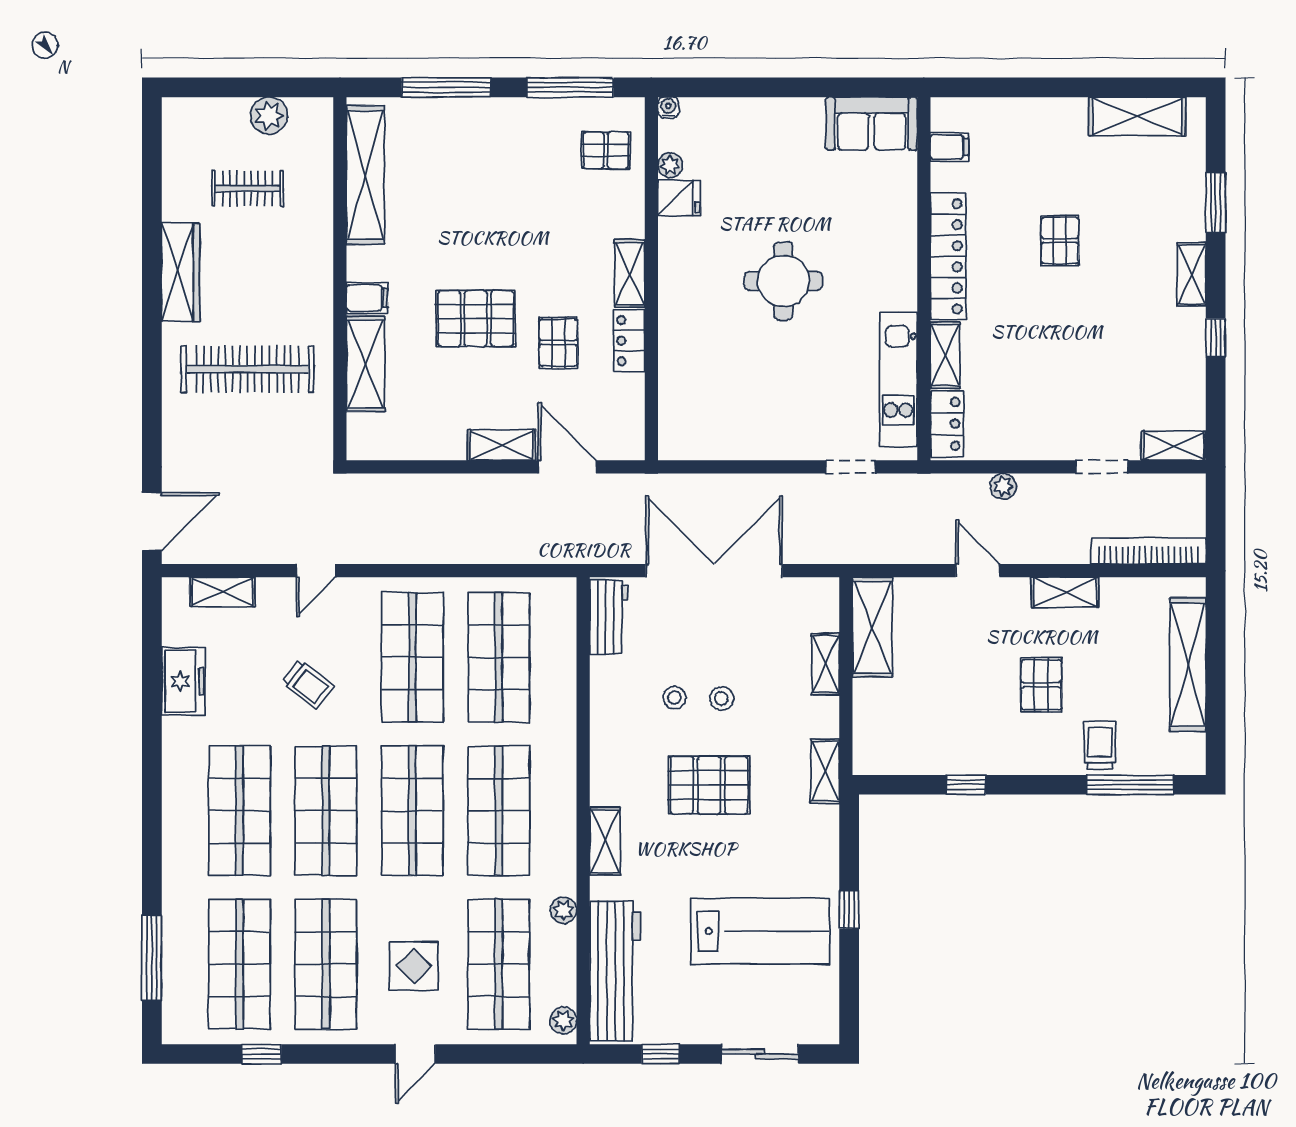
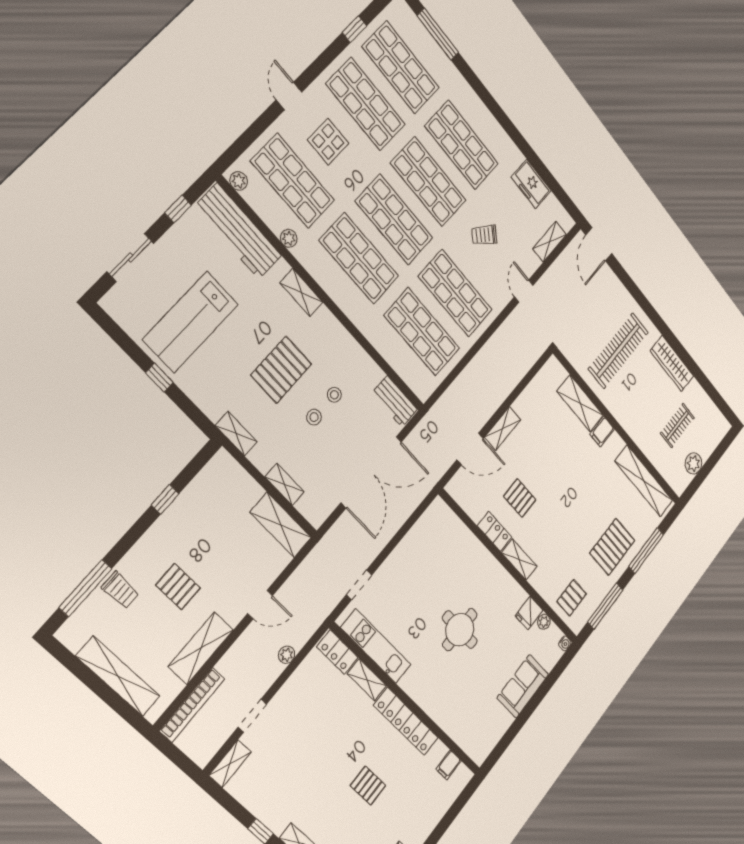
sofa: (872, 124) -> (523, 686), moved
pallet: (476, 319) -> (612, 547), moved
shelving: (1065, 592) -> (201, 648), width x1.50, depth x1.33

